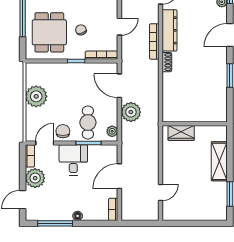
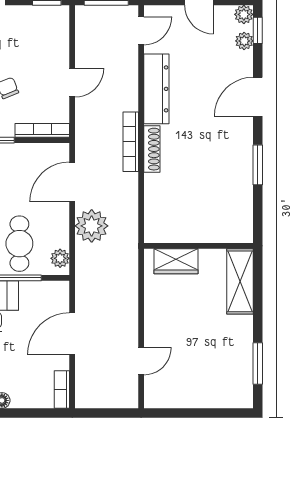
bookcase: (154, 41) -> (131, 142), moved
shoe rack: (167, 62) -> (152, 149), width x1.43
door: (119, 86) -> (72, 182), hinge flipped
shelving: (219, 161) -> (240, 281), moved

